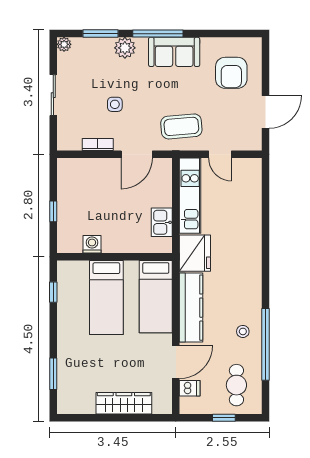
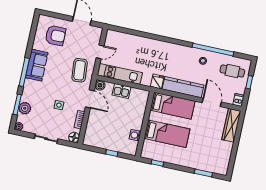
plant: (125, 48) -> (25, 108), moved
floor lamp: (66, 142) -> (74, 137), added
boiler: (164, 166) -> (100, 85), added
kitchen sink: (162, 222) -> (121, 91), moved
fridge: (195, 253) -> (157, 81), width x0.53, depth x0.75
dishwasher: (190, 388) -> (238, 100), moved
wardrobe: (124, 403) -> (231, 125), moved

